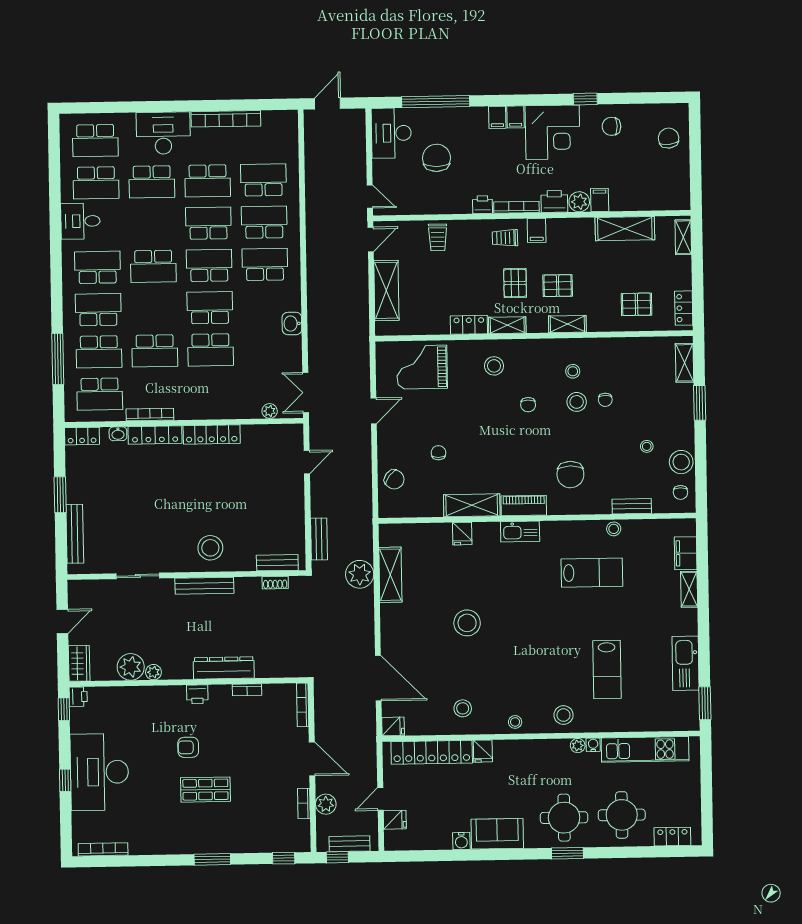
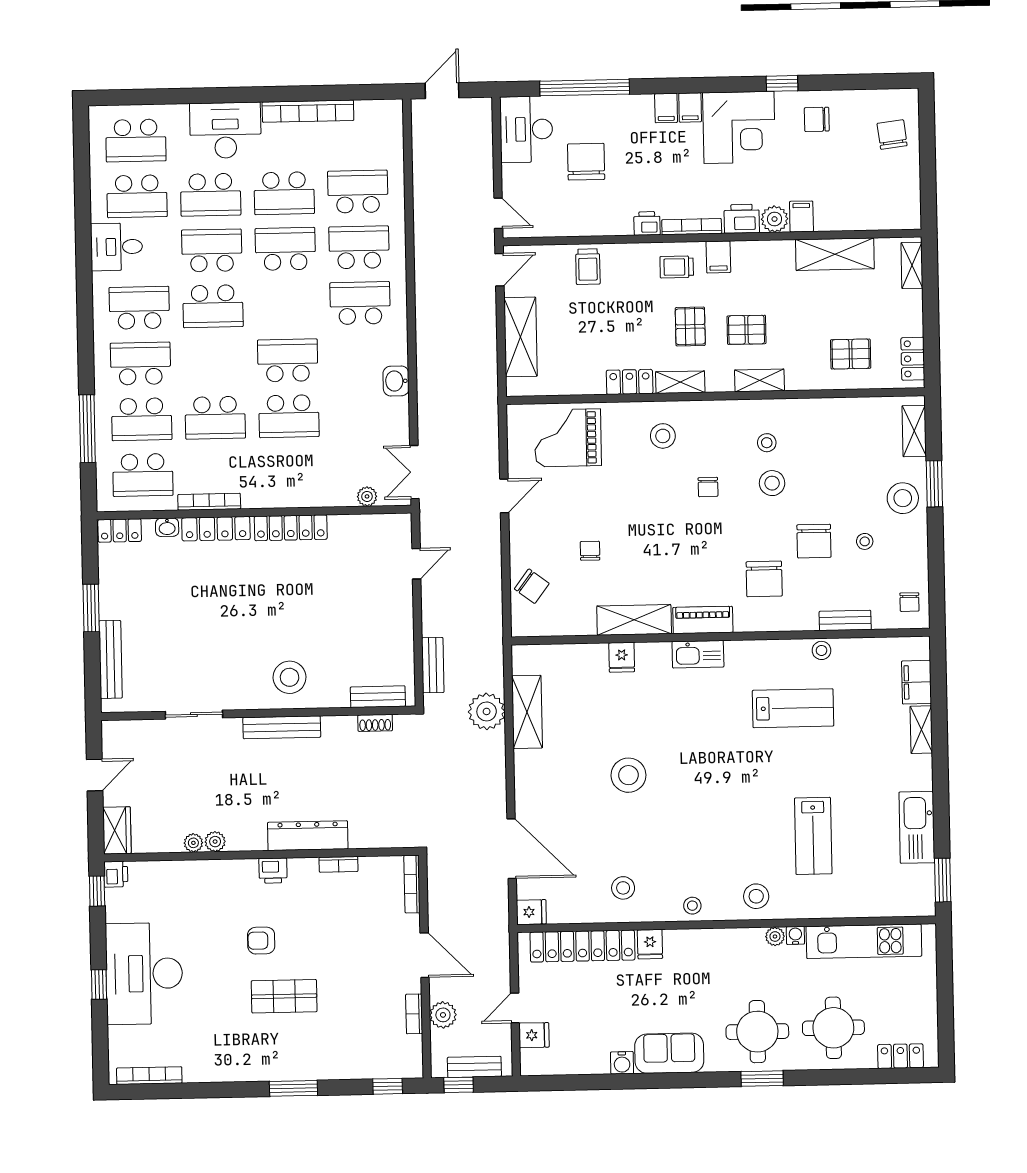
school desk: (209, 265) -> (212, 250), moved
chair: (605, 400) -> (814, 541), moved, width x1.87, depth x1.87
stool: (681, 462) -> (903, 498), moved
plant: (131, 667) -> (193, 843), width x0.53, depth x0.53

